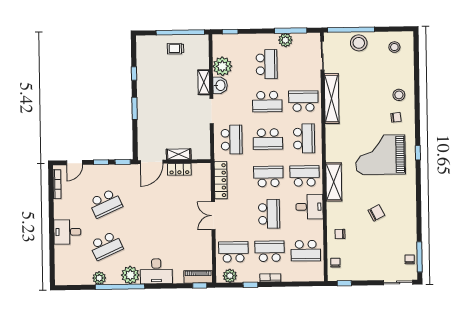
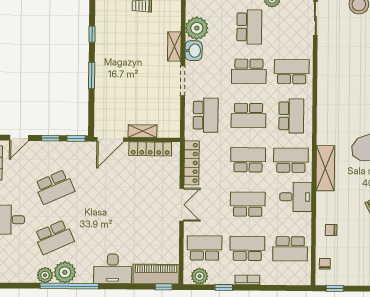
shelving: (332, 99) -> (325, 70), removed
locker: (179, 169) -> (150, 149), width x1.53
school desk: (269, 214) -> (248, 204), turned -90
double door: (213, 216) -> (182, 205), swing flipped
plant: (130, 275) -> (65, 272), moved
piano: (198, 277) -> (156, 274), width x1.37, depth x1.33

